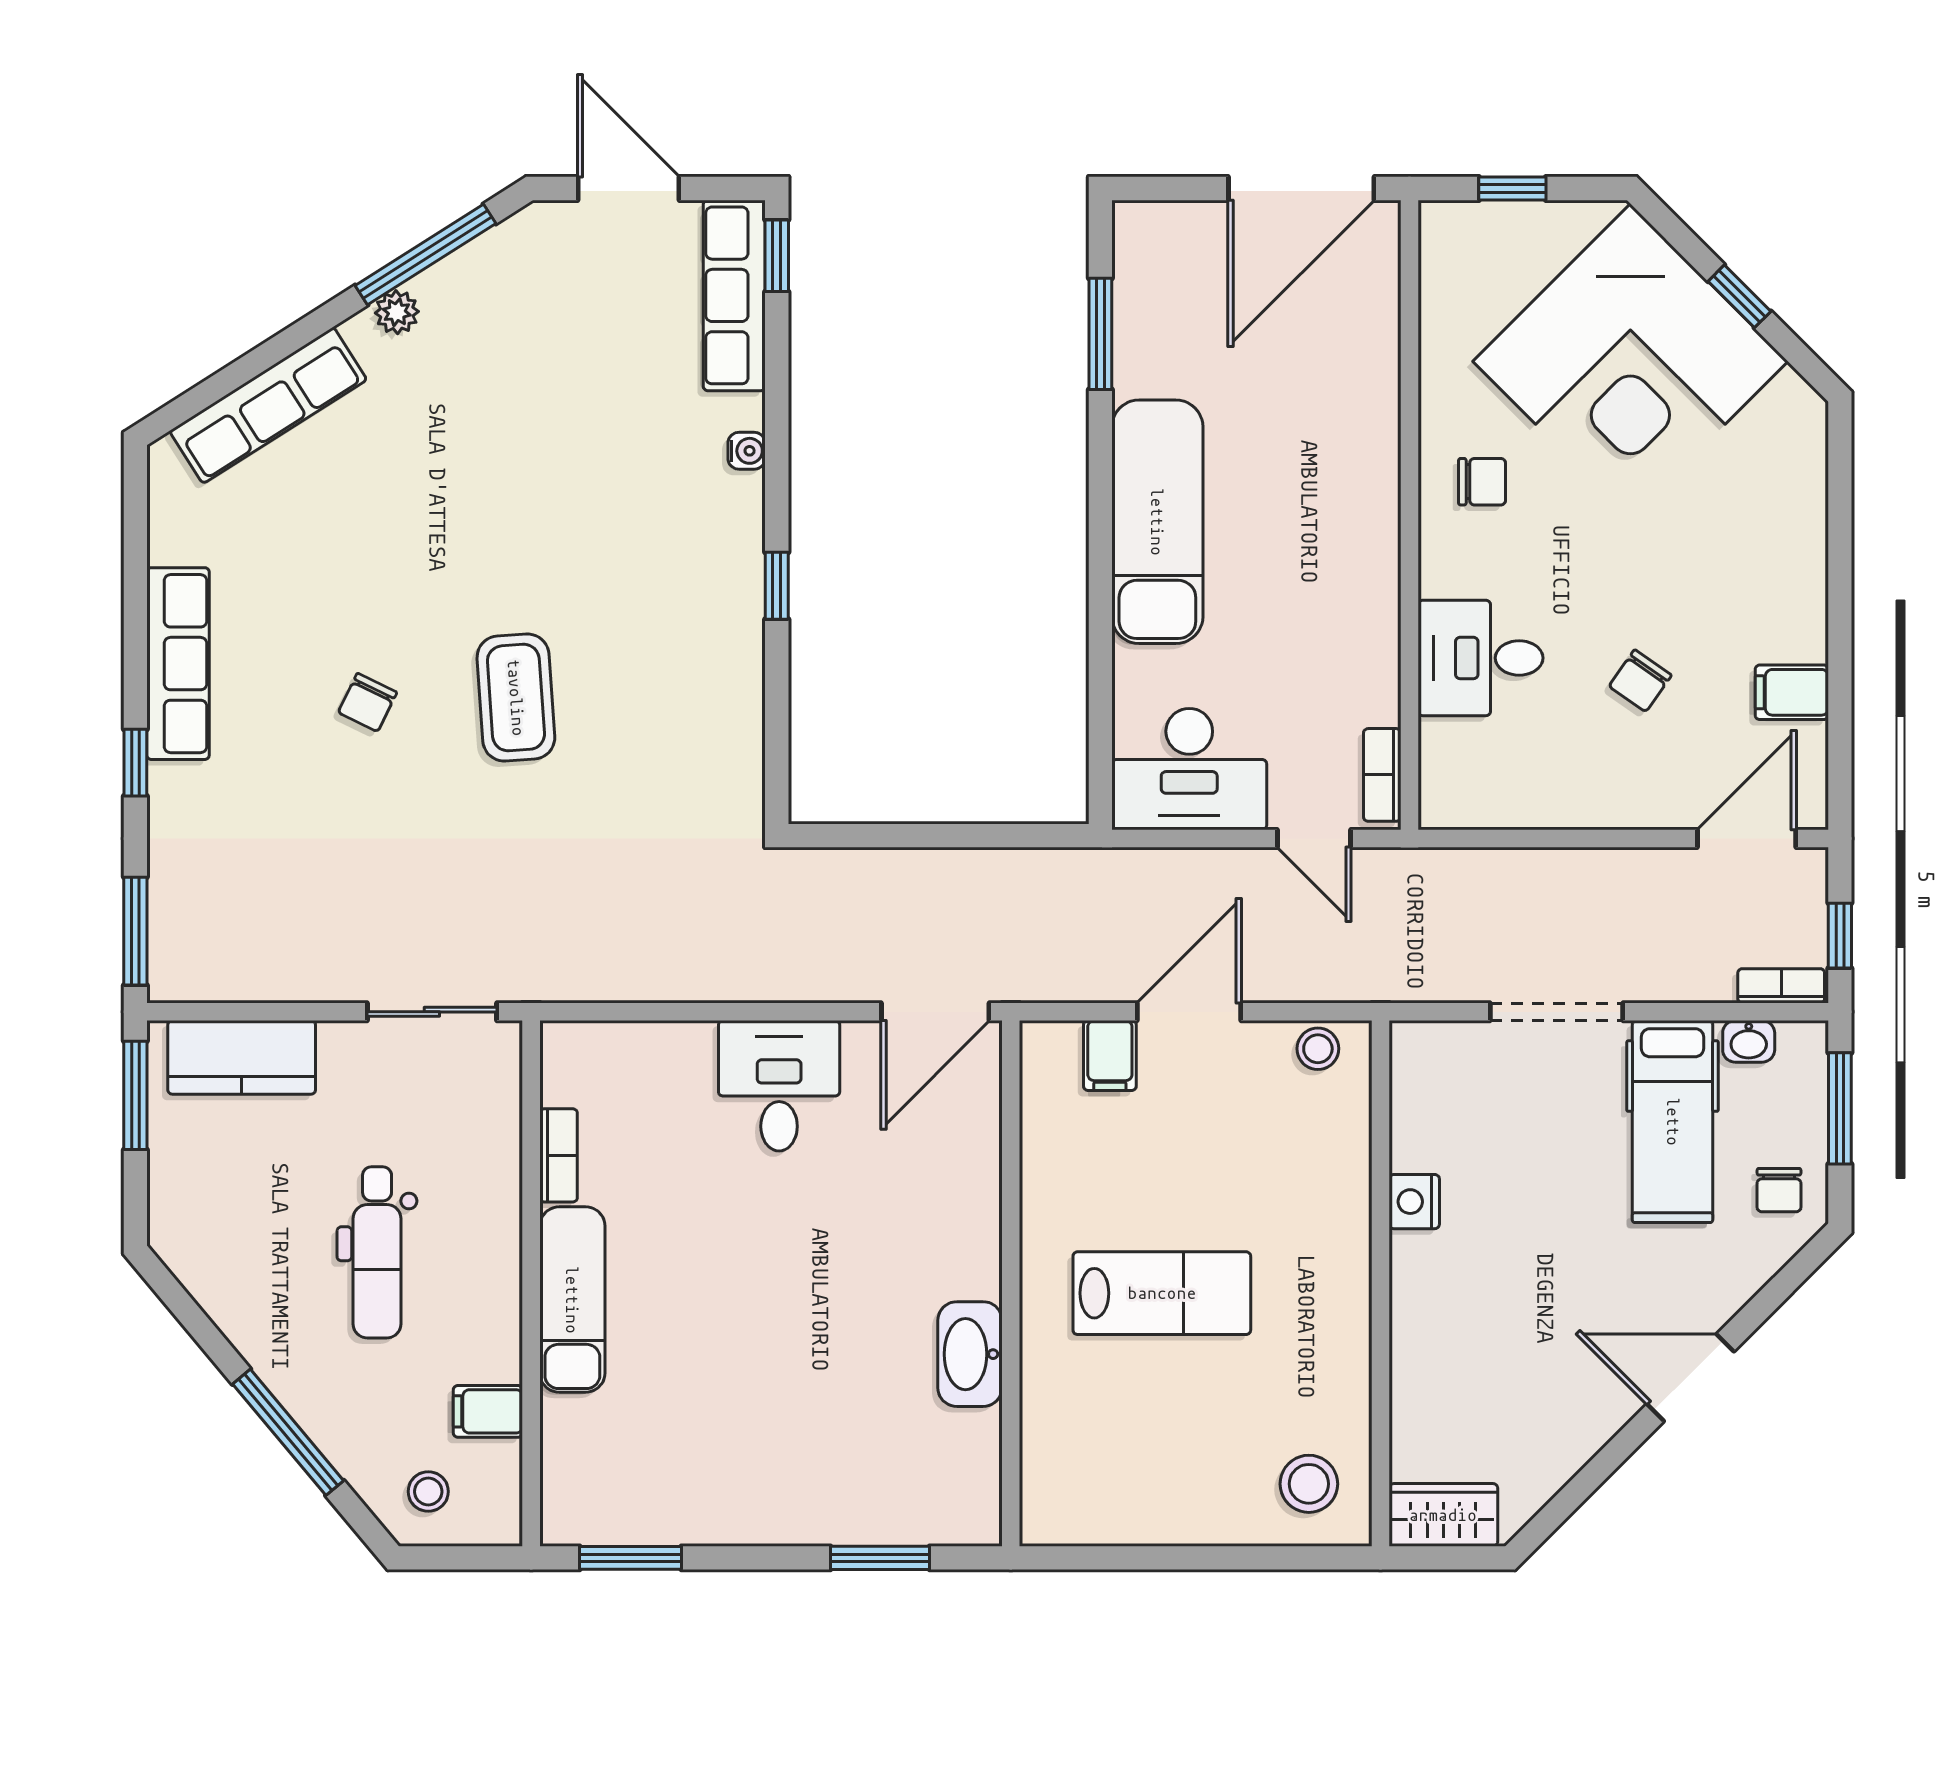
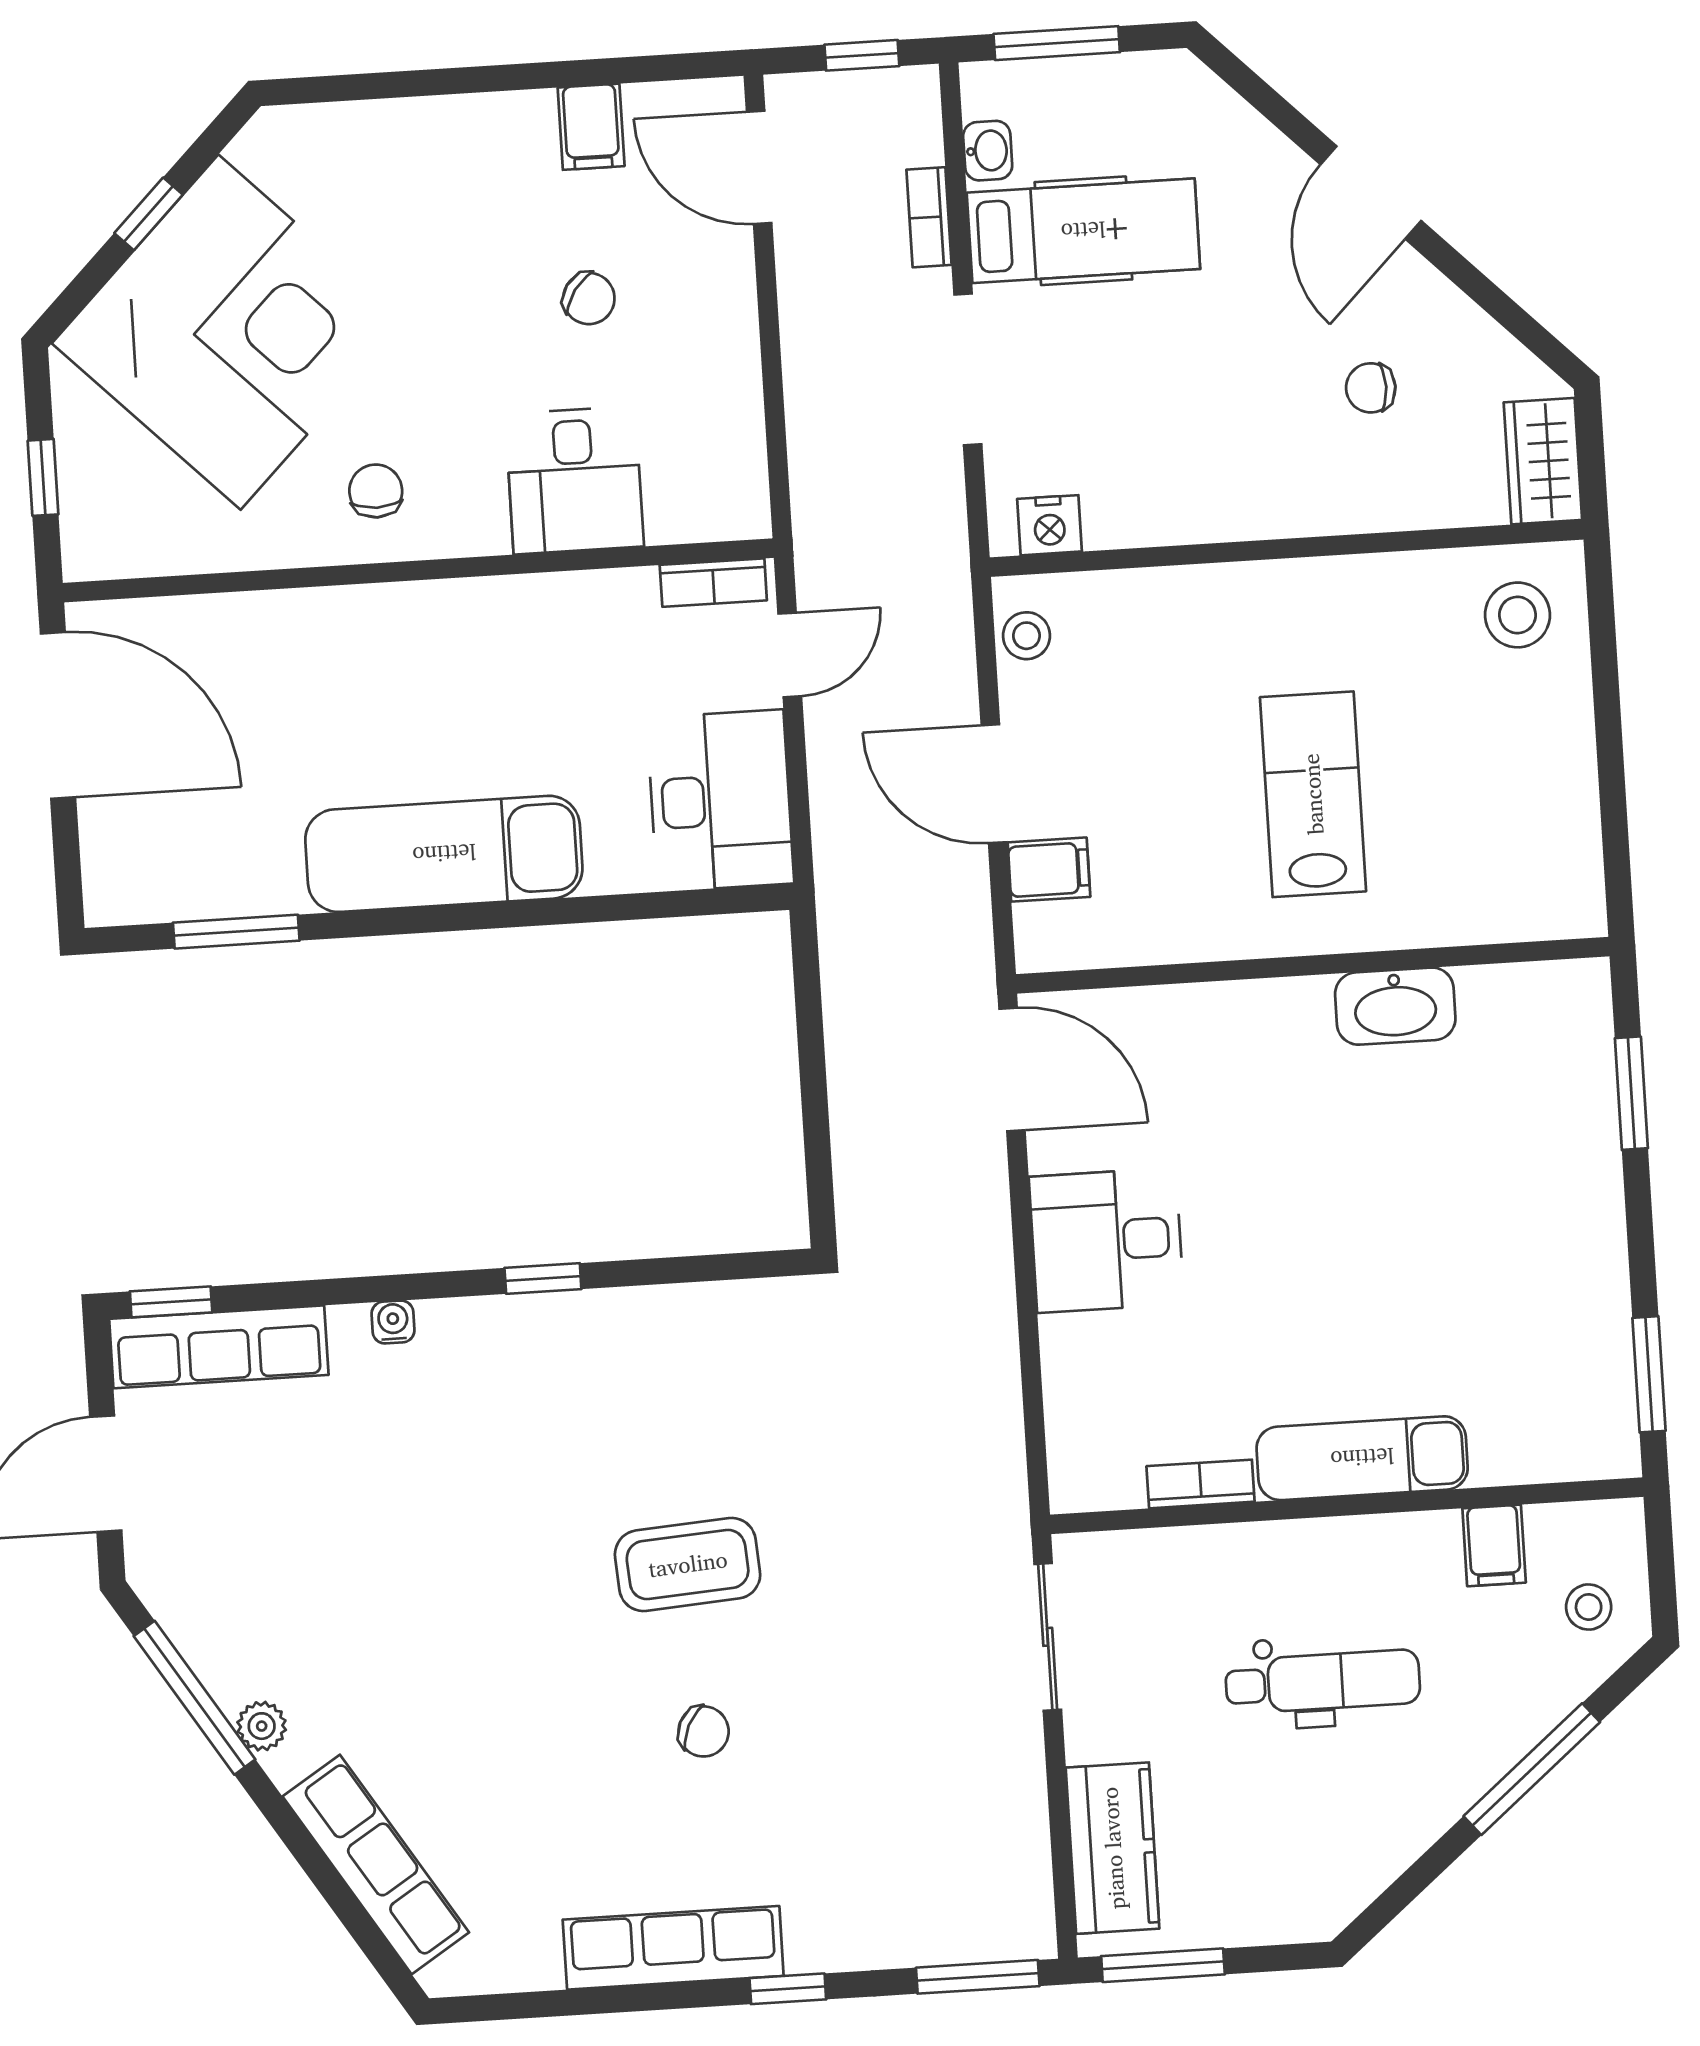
bookcase: (1781, 986) -> (929, 217), moved
chair: (1779, 1190) -> (1371, 388), moved, turned 180
nightstand: (1414, 1202) -> (1049, 525), moved

